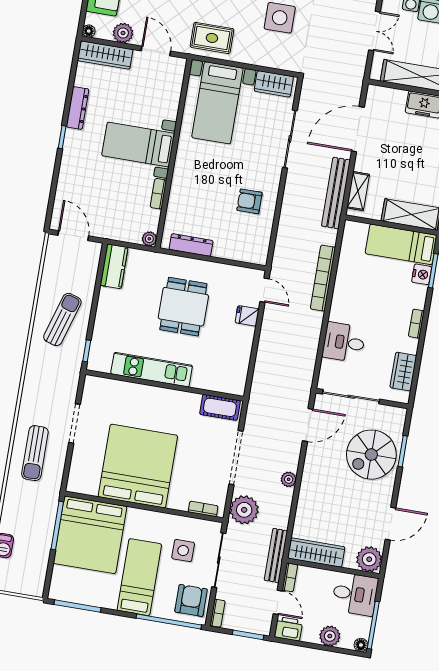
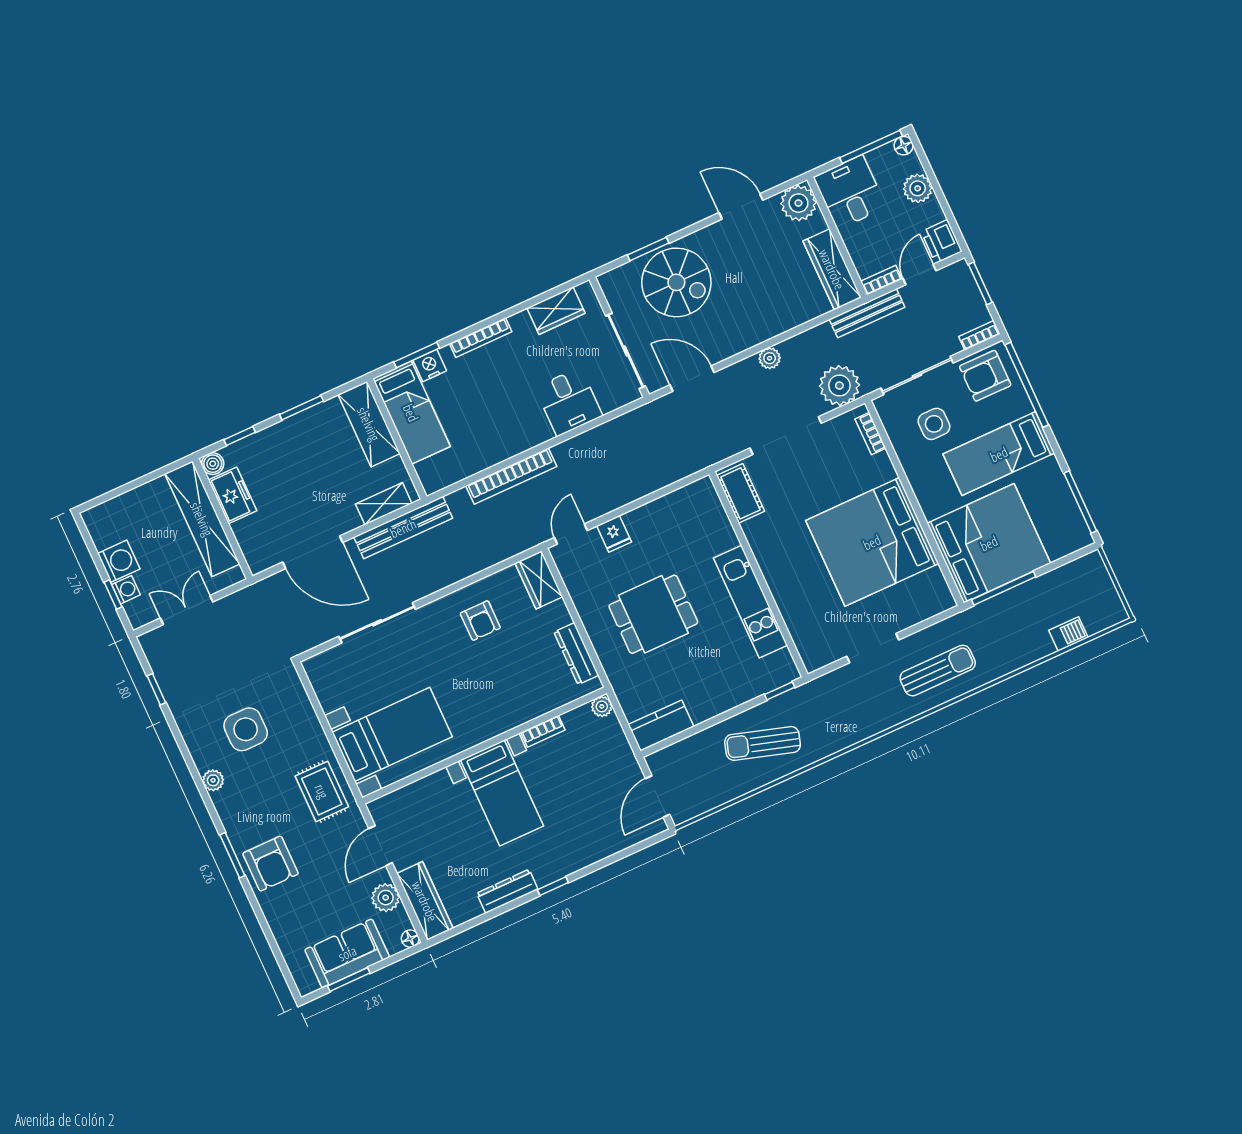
wardrobe: (274, 84) -> (539, 580), moved, turned 180
bookcase: (416, 324) -> (481, 338), width x1.56

